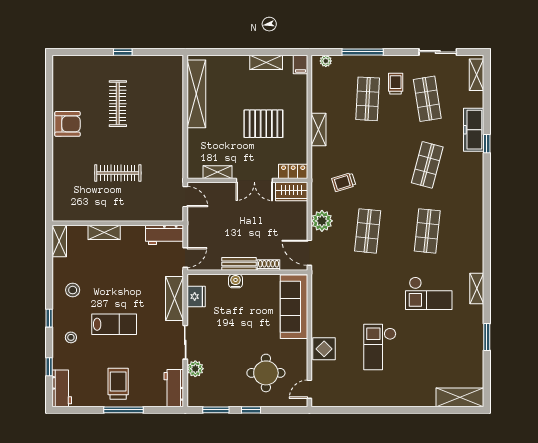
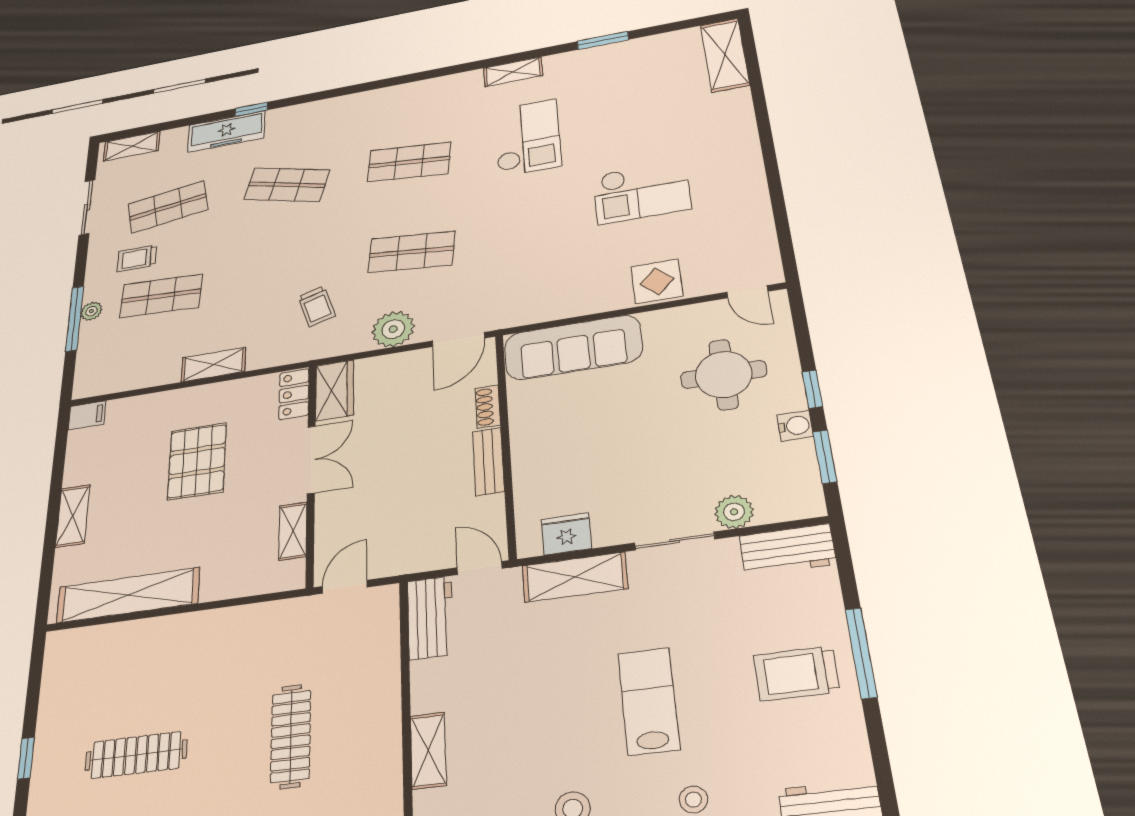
plant: (326, 61) -> (91, 311), moved
shelving: (266, 62) -> (73, 516), moved
water cooler: (236, 281) -> (795, 426), moved, turned 180

